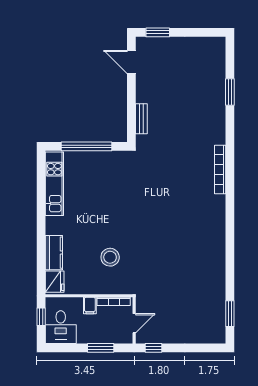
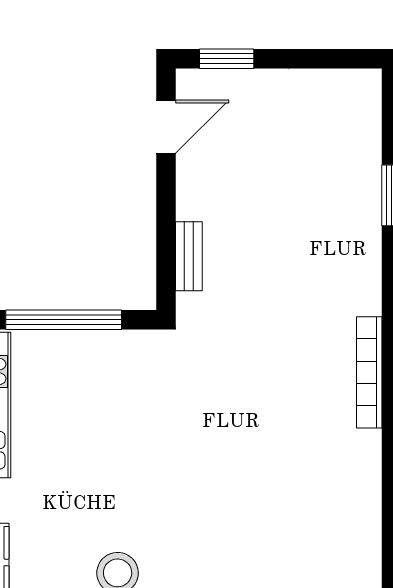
door: (131, 62) -> (166, 127), swing flipped

